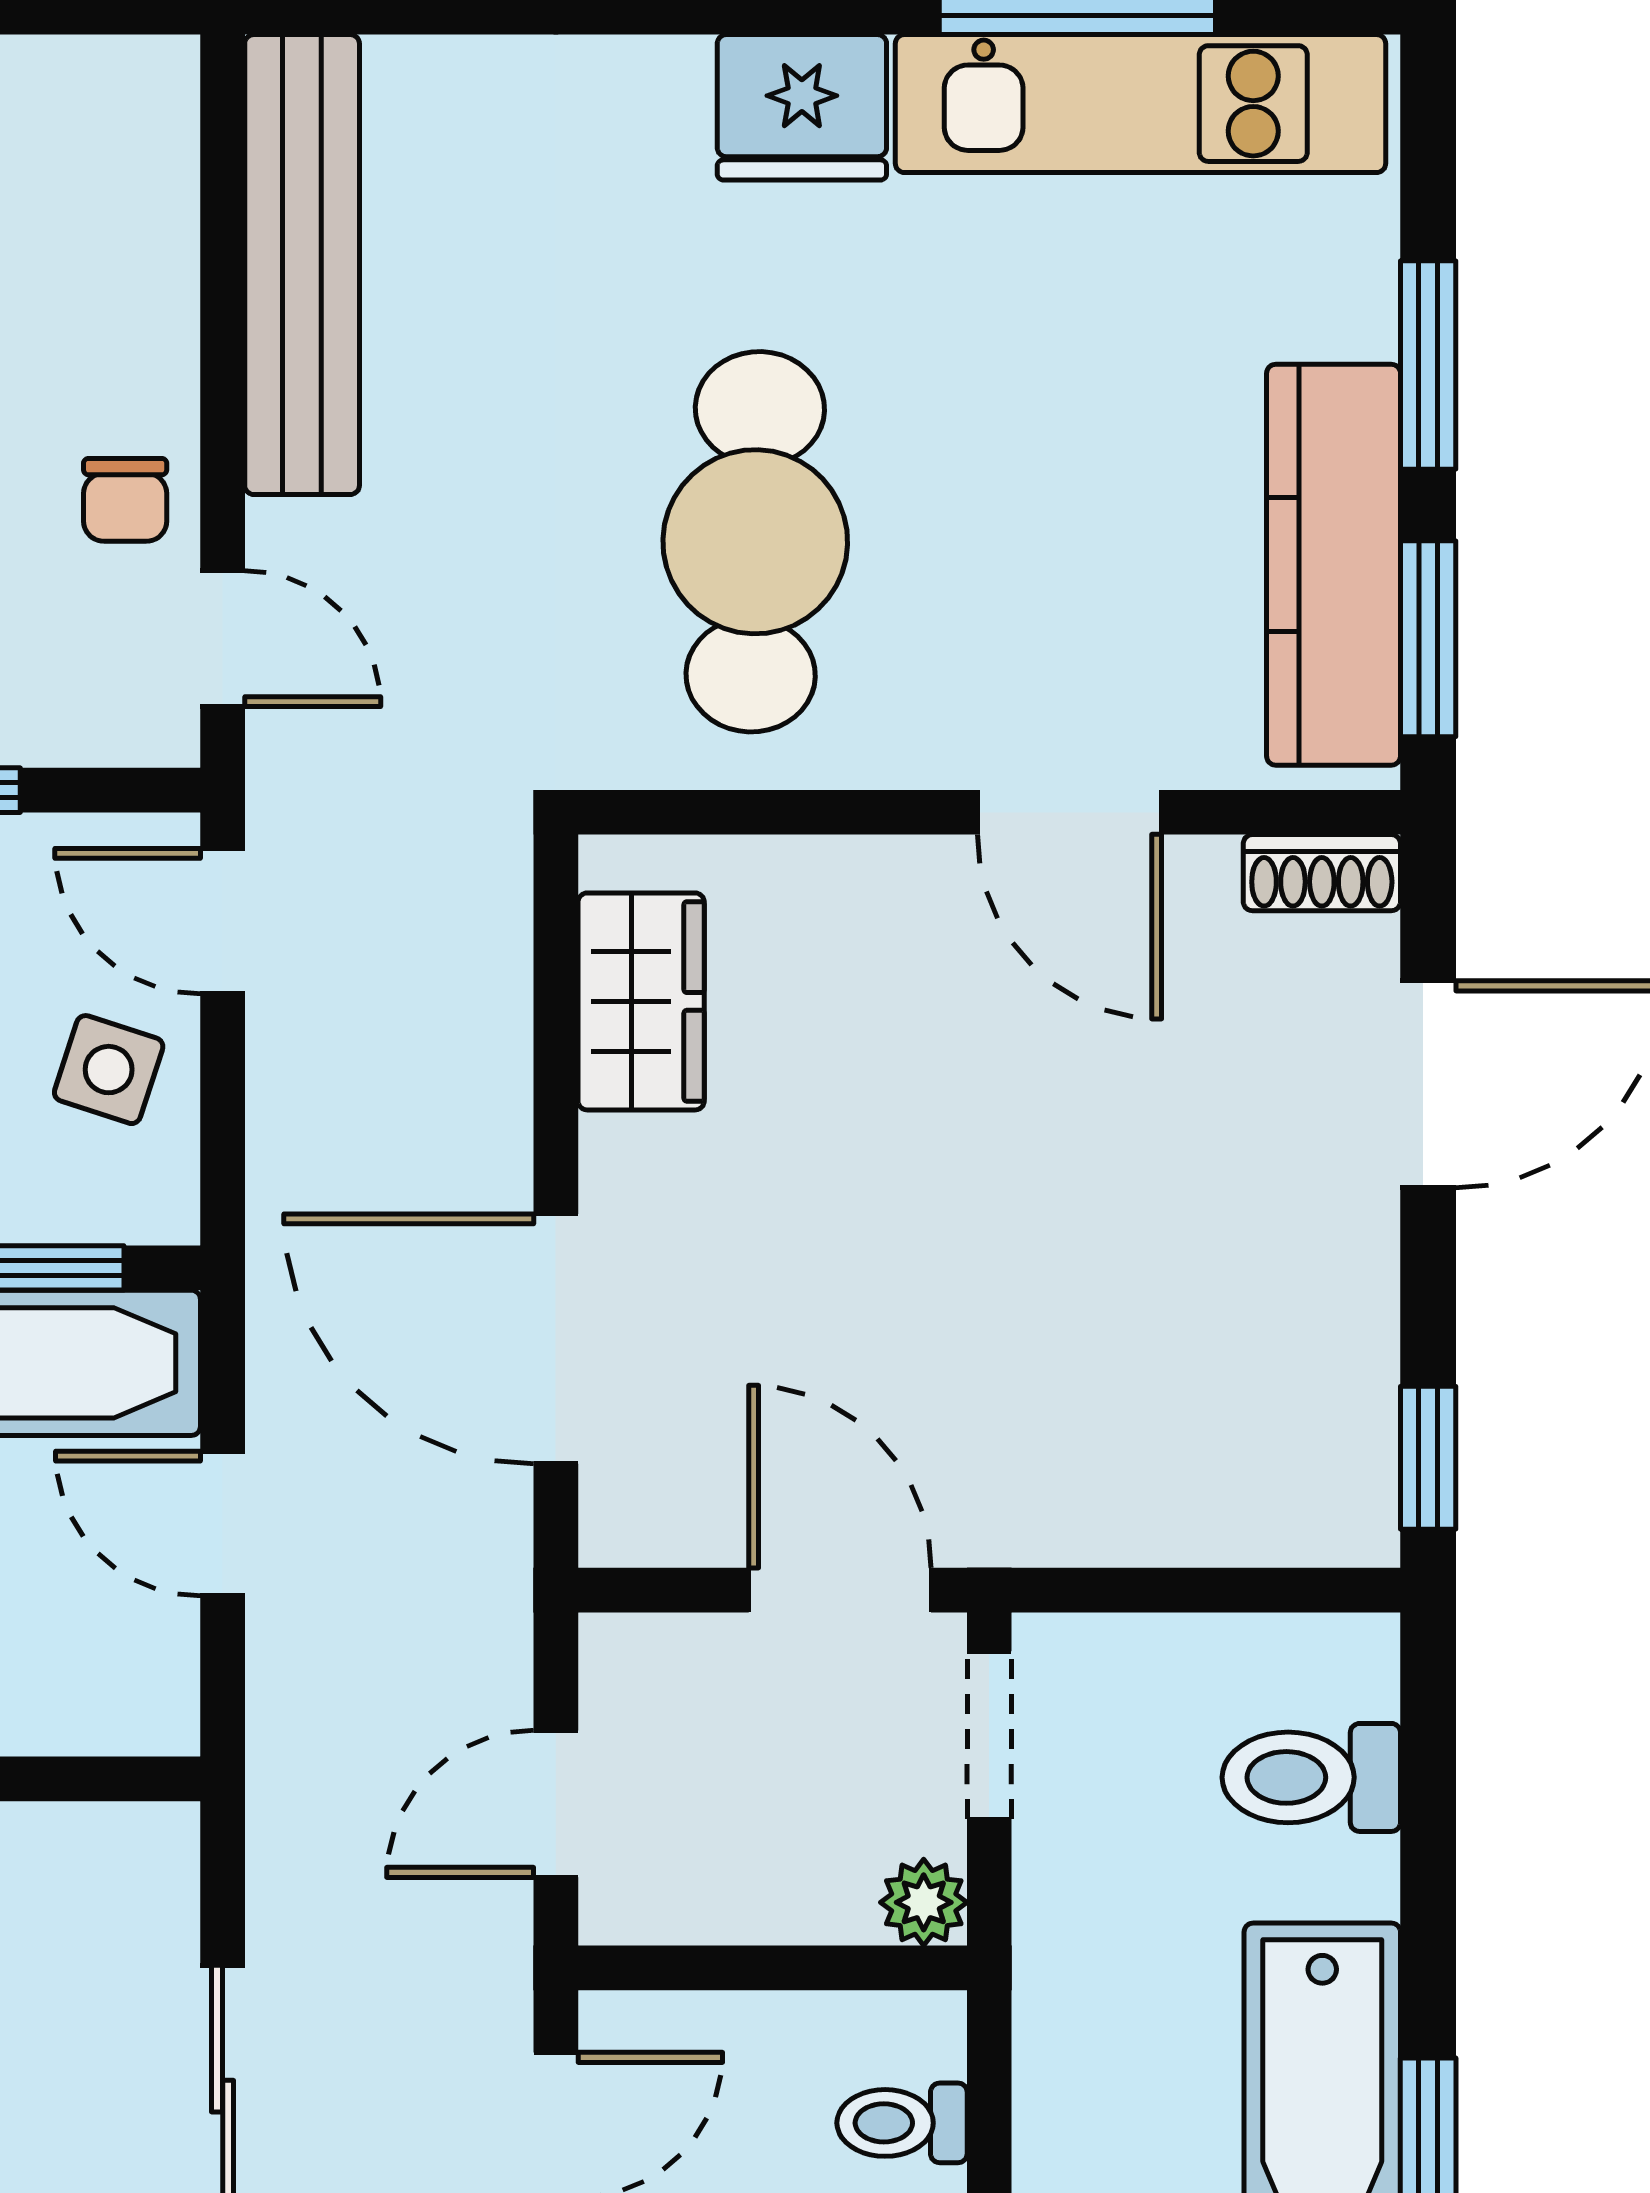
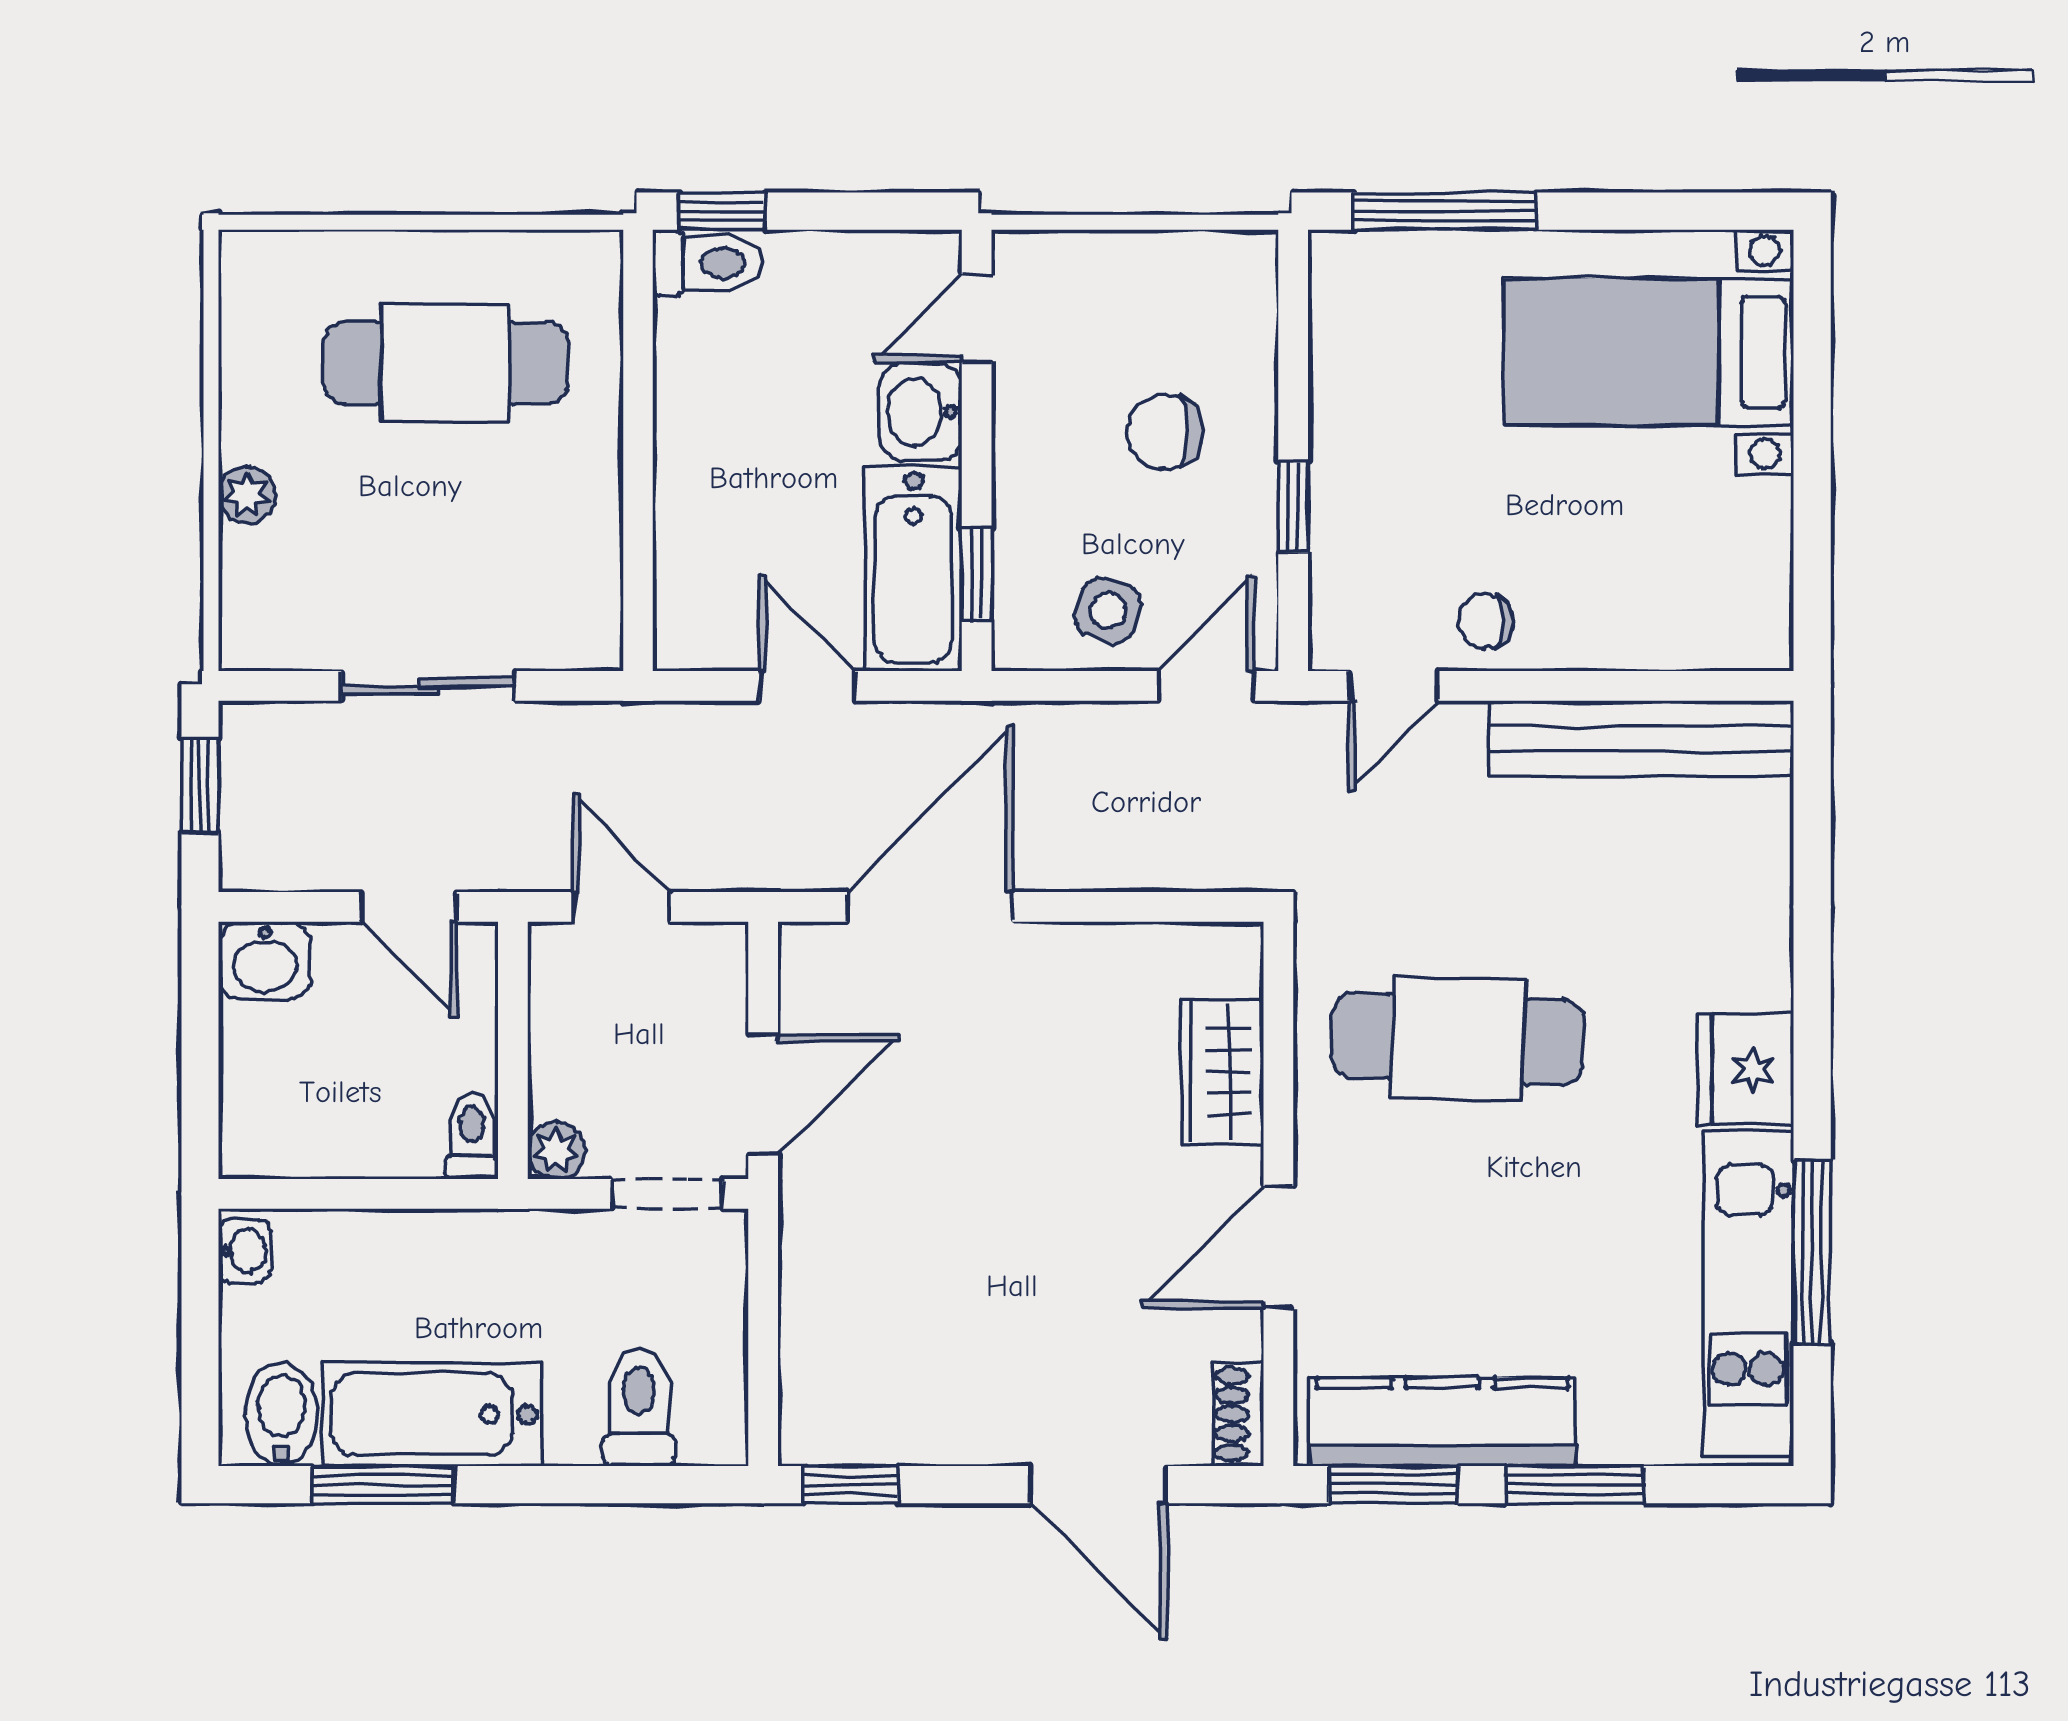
wardrobe: (641, 1001) -> (1222, 1072), moved, turned 90
door: (223, 1524) -> (807, 686), hinge flipped
toilet: (902, 2123) -> (472, 1136), moved

